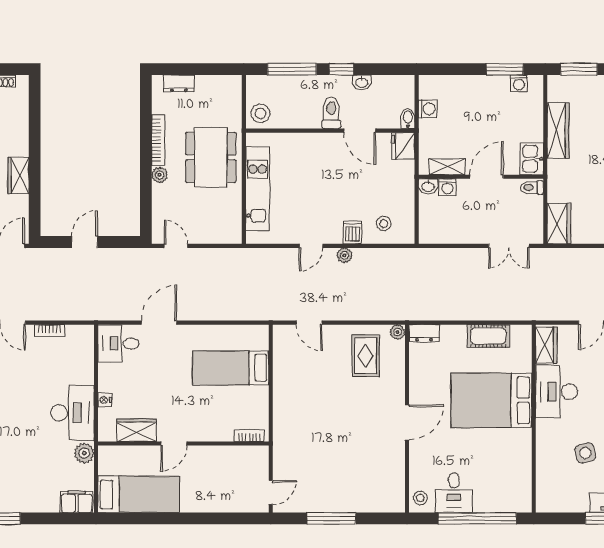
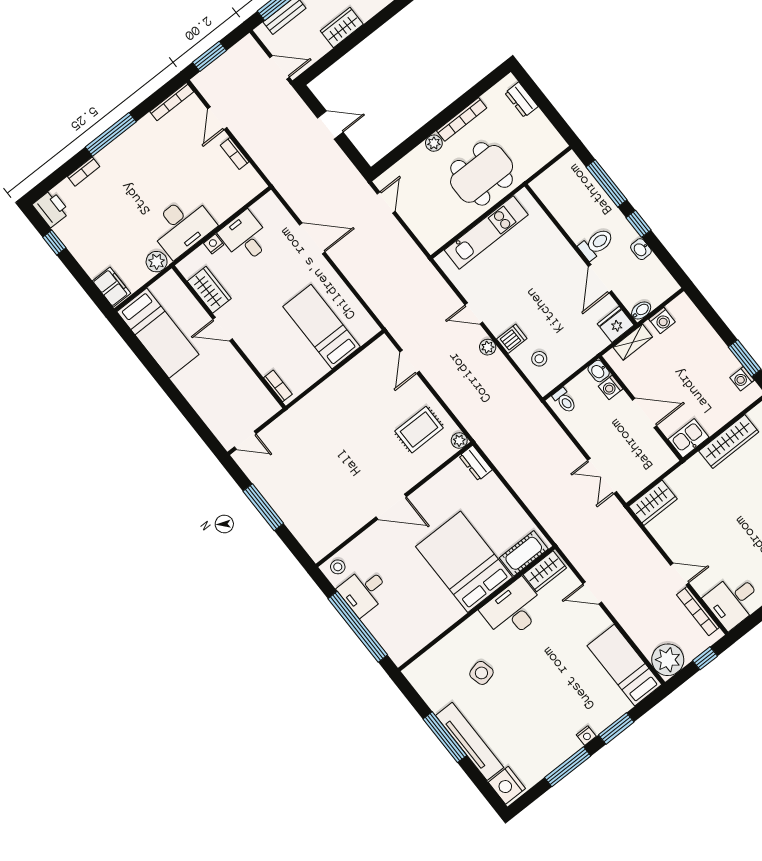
stool: (260, 113) -> (550, 186), removed
shelving: (447, 167) -> (633, 342), moved, turned 90
toilet: (532, 188) -> (565, 401), moved, turned 180
cot: (488, 336) -> (524, 553), moved, turned 90
desk: (118, 343) -> (245, 237), moved

